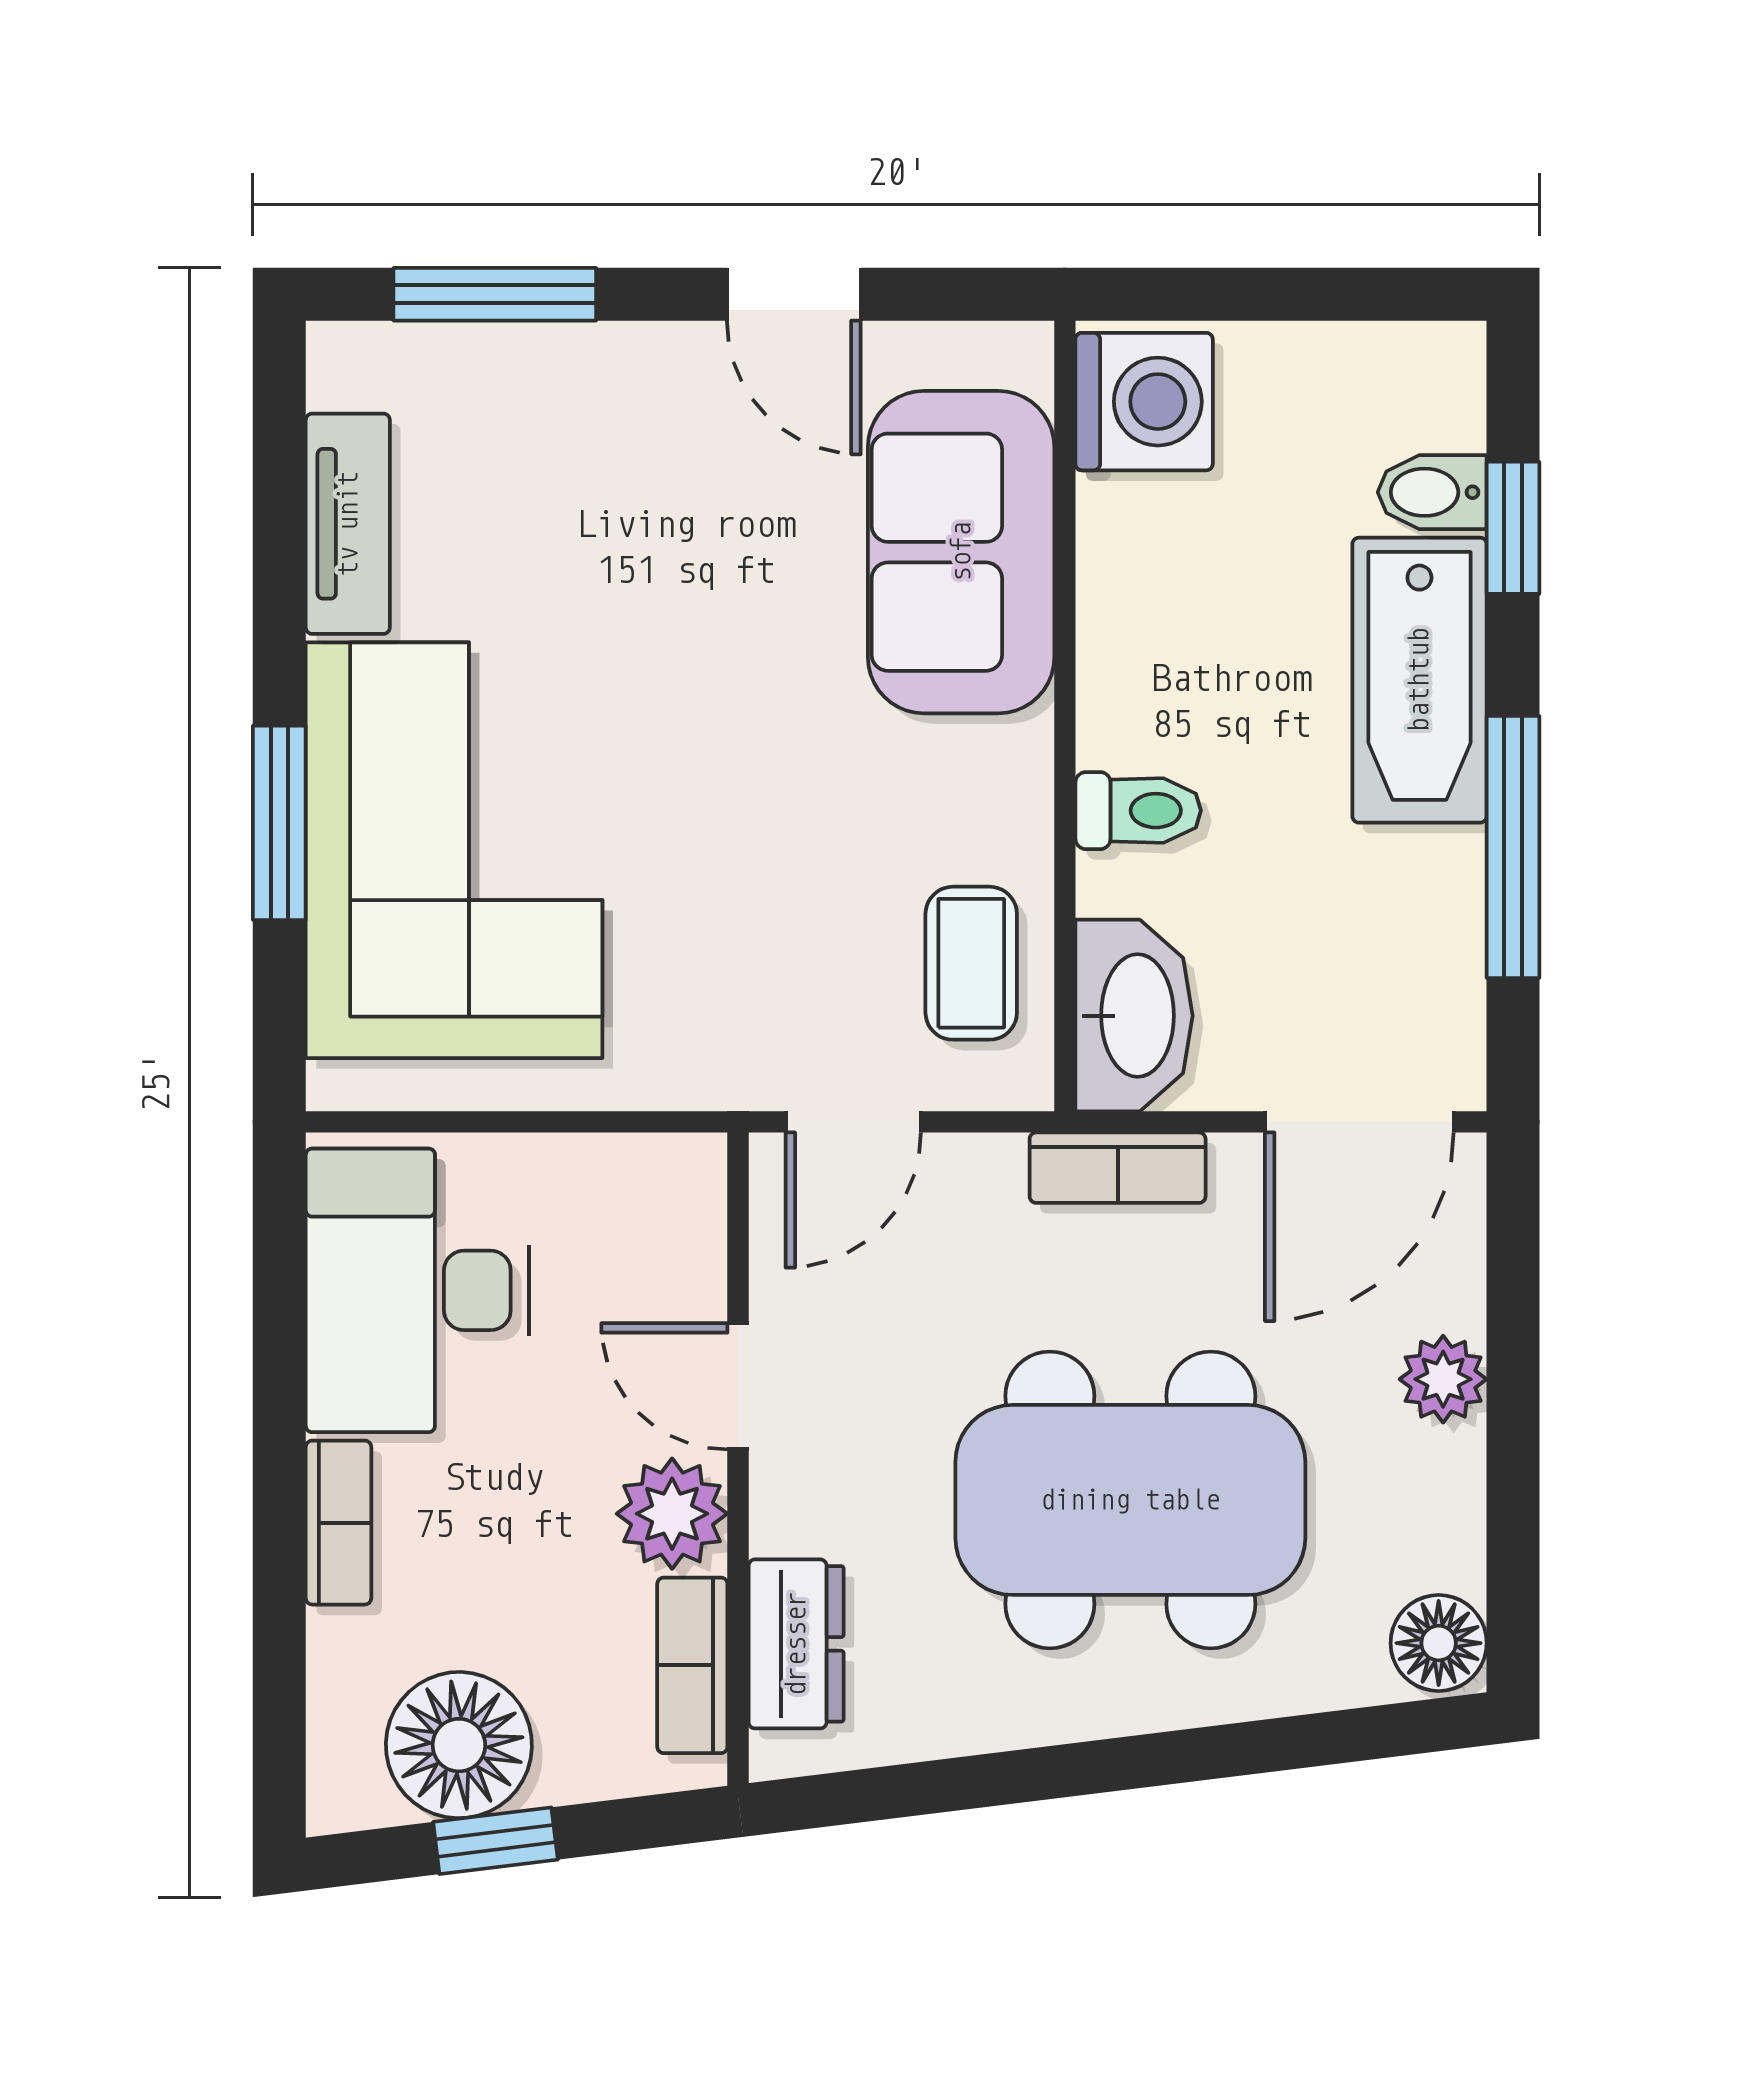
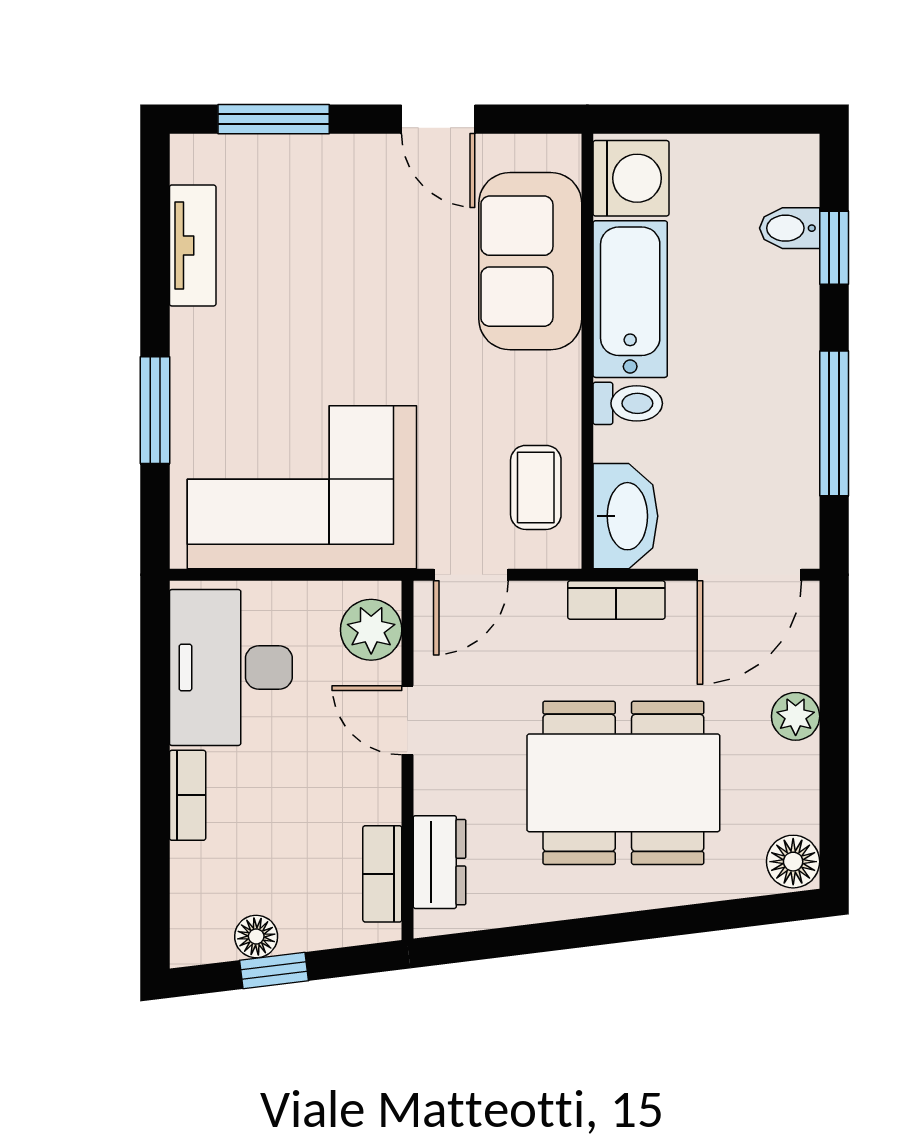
bathtub: (1419, 680) -> (630, 299), moved, turned 180
corner sofa: (454, 850) -> (302, 487), moved, turned -90
plant: (672, 1514) -> (371, 630), moved
floor lamp: (459, 1745) -> (256, 937), width x0.53, depth x0.53

